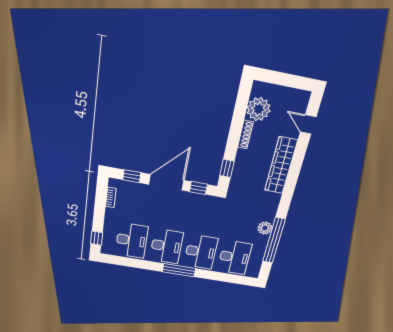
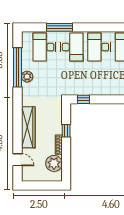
window: (227, 168) -> (66, 131), moved
door: (166, 182) -> (107, 99), removed
desk: (201, 252) -> (72, 47), turned 180
window: (179, 270) -> (59, 27), moved

